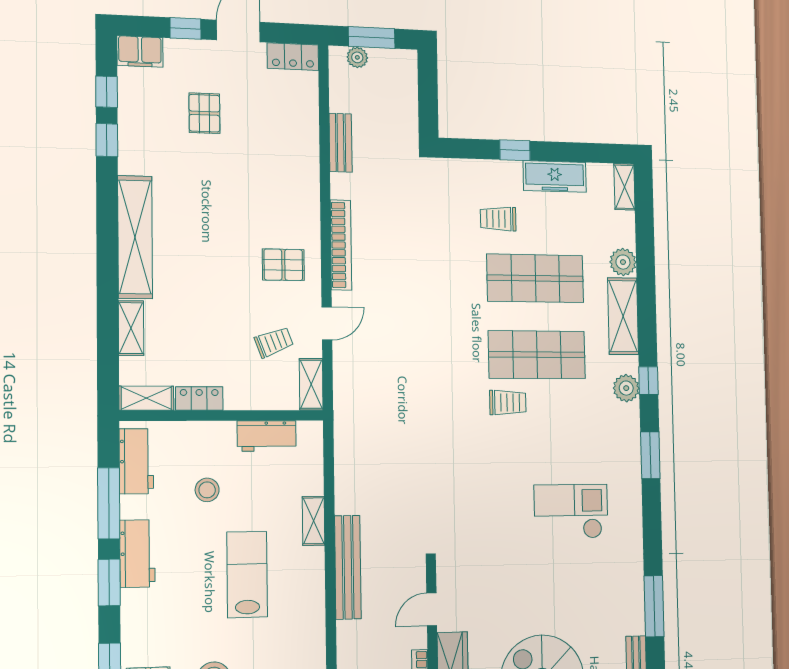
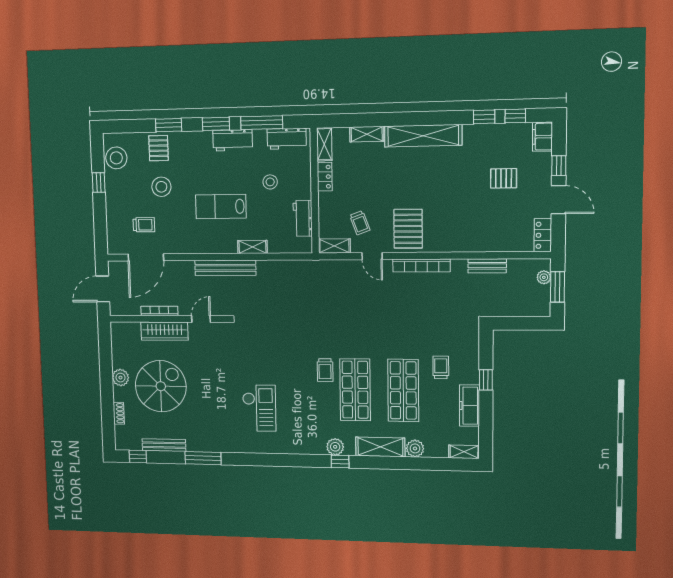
pallet: (283, 265) -> (408, 229), width x1.50, depth x1.42
window: (650, 455) -> (294, 460), removed
lab bench: (247, 574) -> (221, 207), turned 180
door: (432, 609) -> (201, 319), hinge flipped

